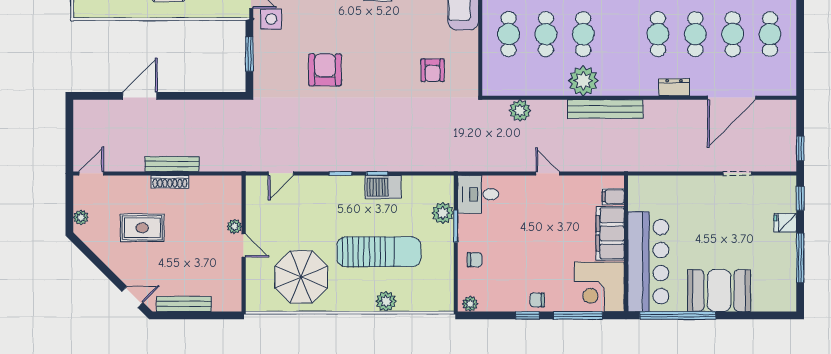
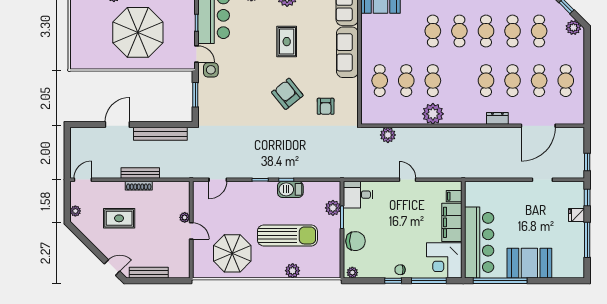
armchair: (325, 70) -> (287, 94), moved, turned -39
bench: (605, 109) -> (160, 134), moved
chair: (475, 260) -> (355, 241), width x1.87, depth x1.87

